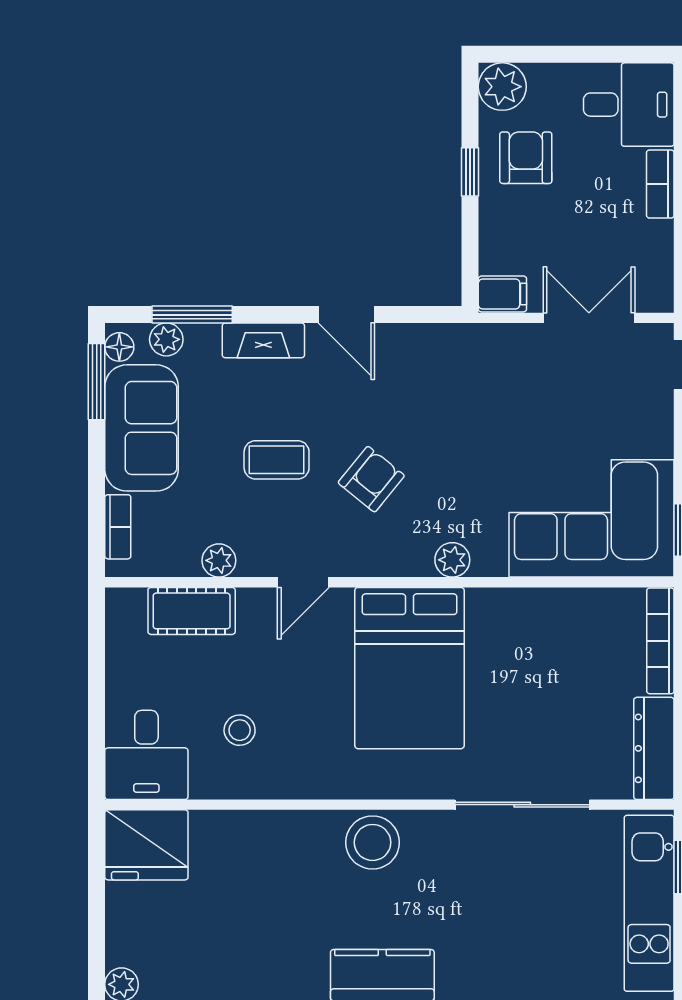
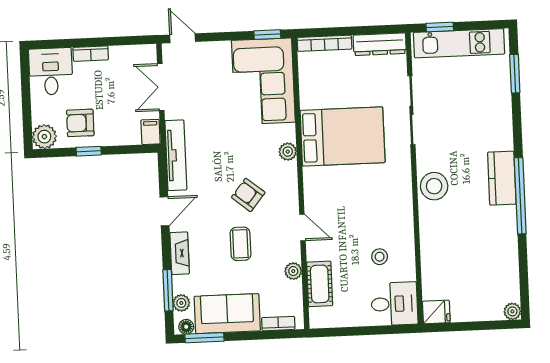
tv unit: (455, 341) -> (176, 155), added
bed: (409, 668) -> (343, 136), moved
fridge: (146, 845) -> (436, 312), width x0.53, depth x0.75

